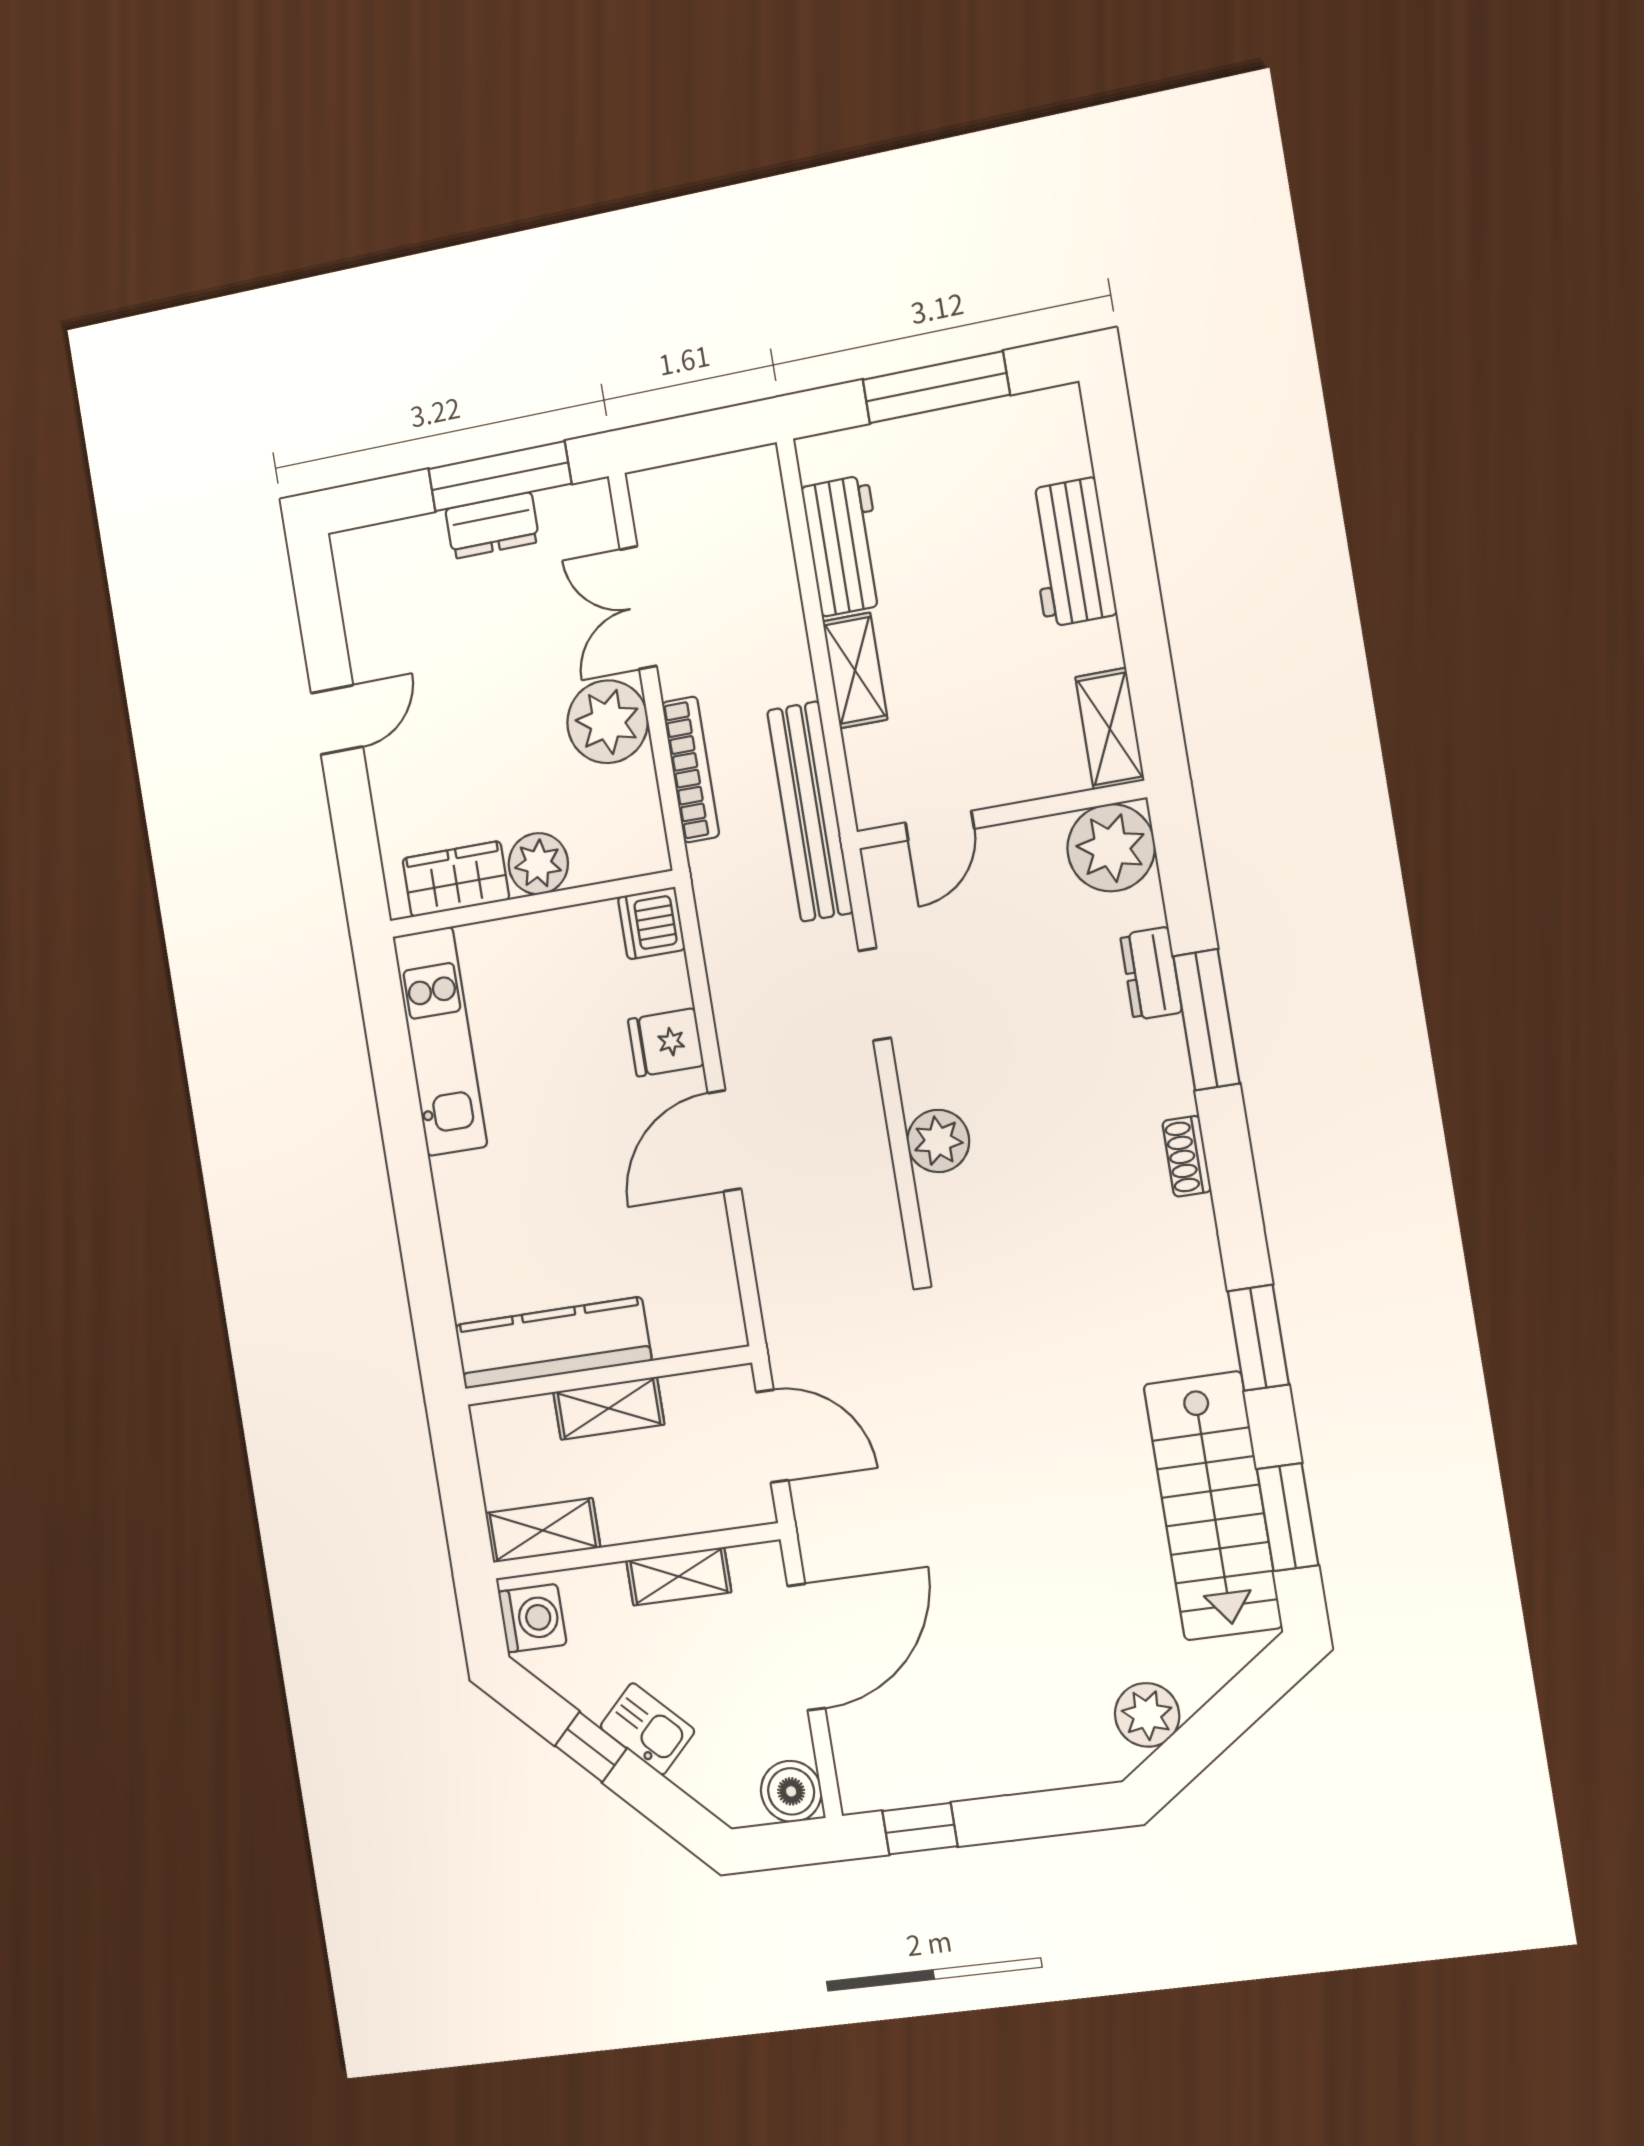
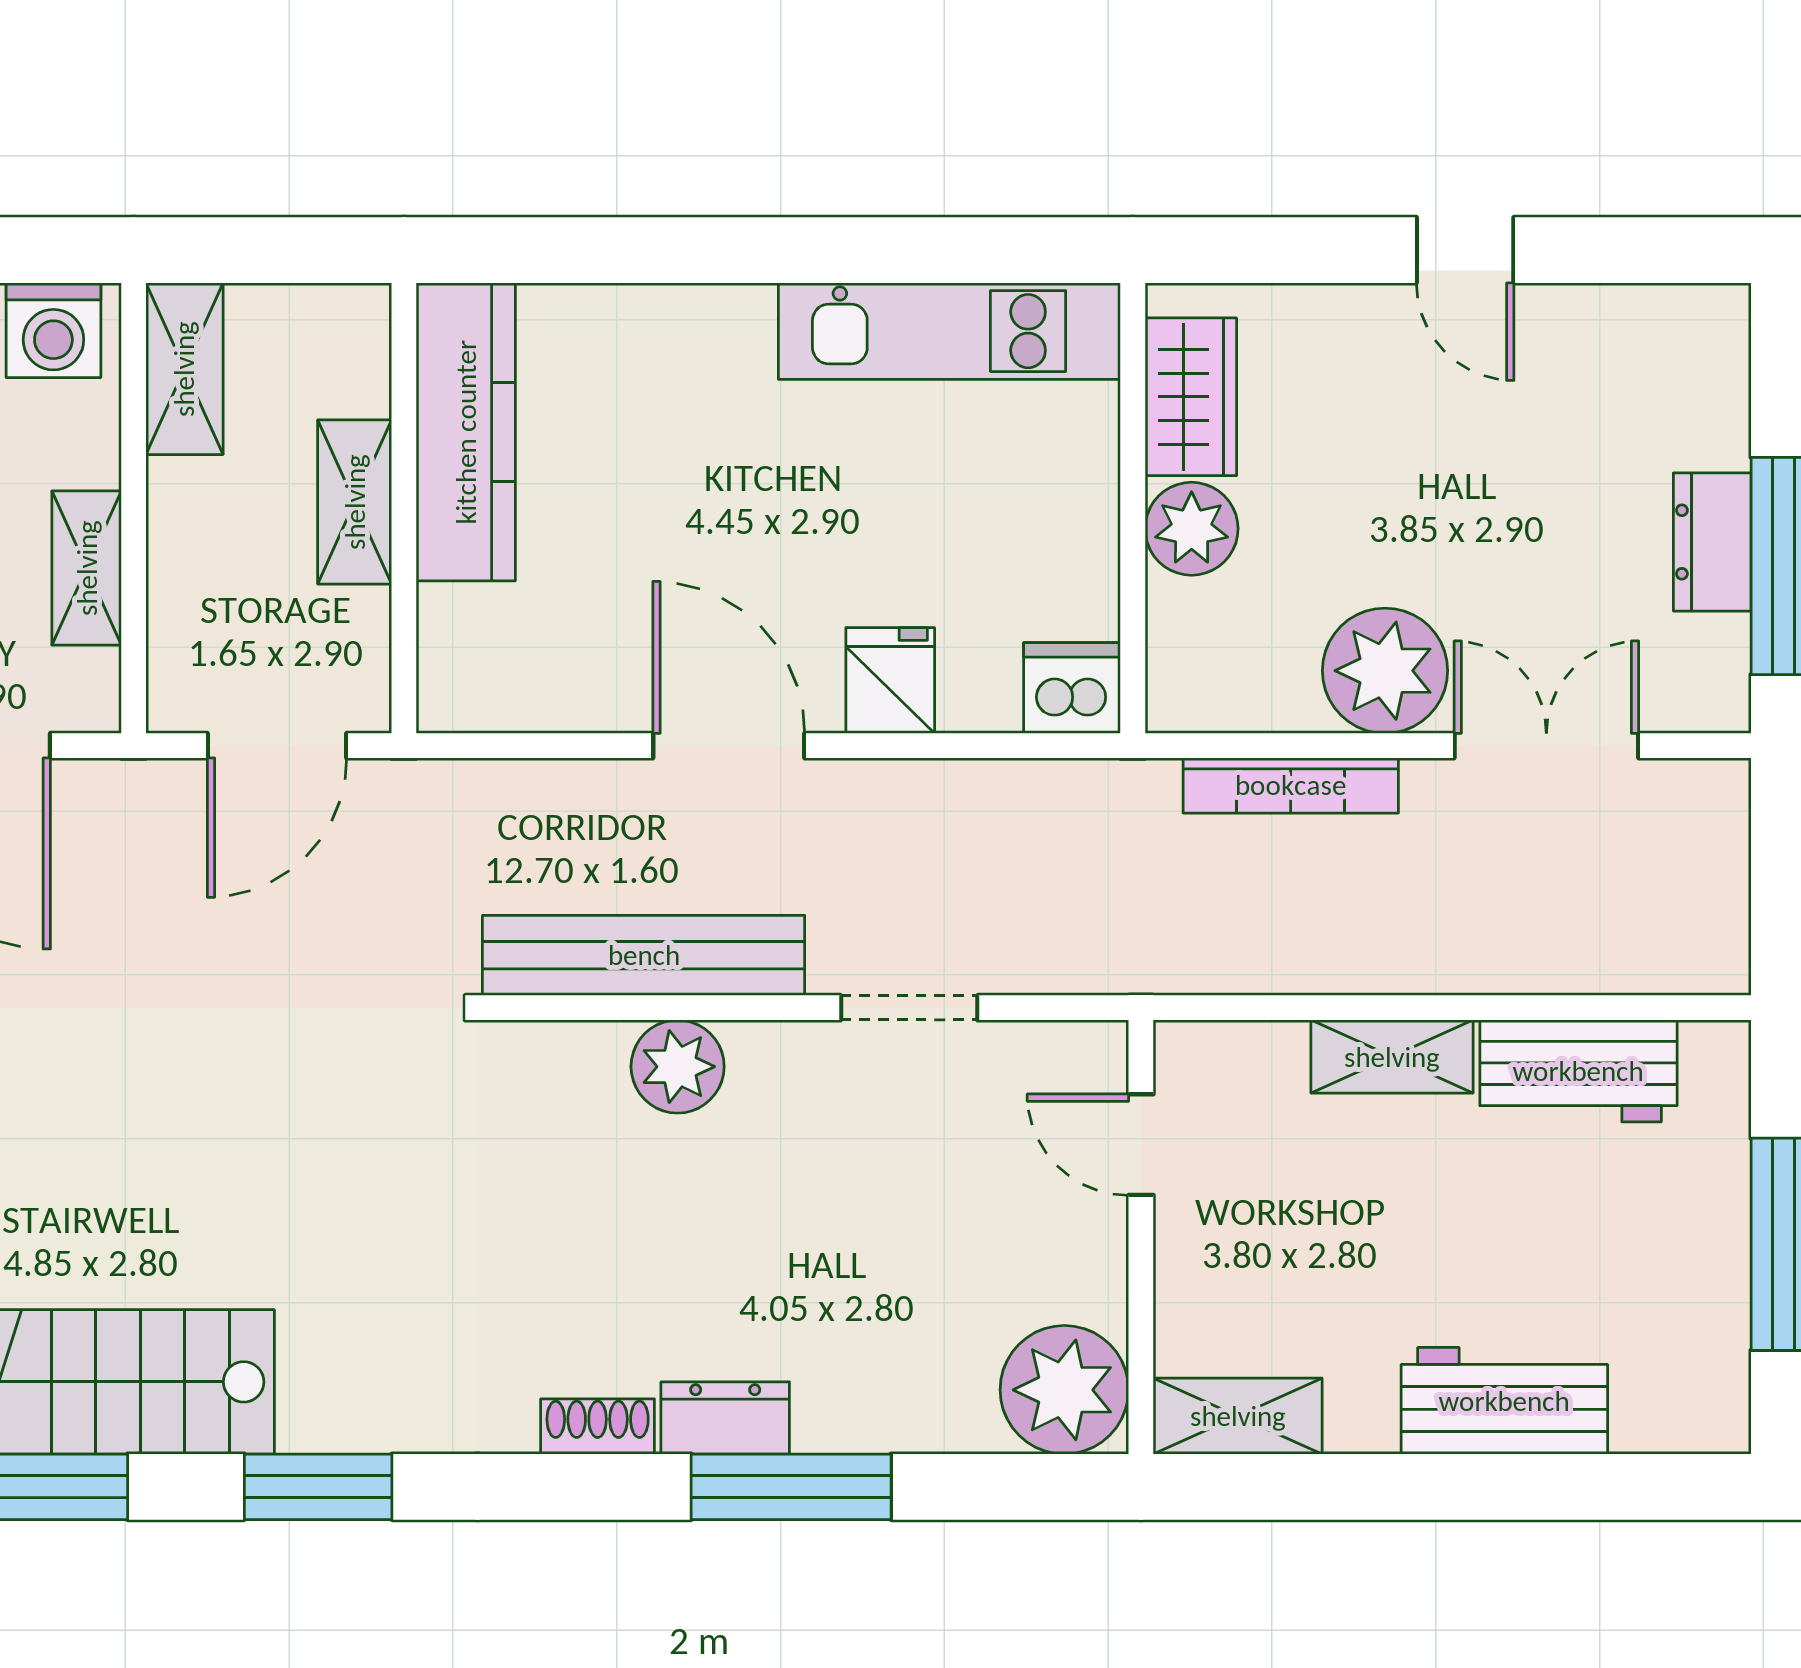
bench: (810, 812) -> (644, 955), moved
dresser: (1151, 974) -> (725, 1418), moved

